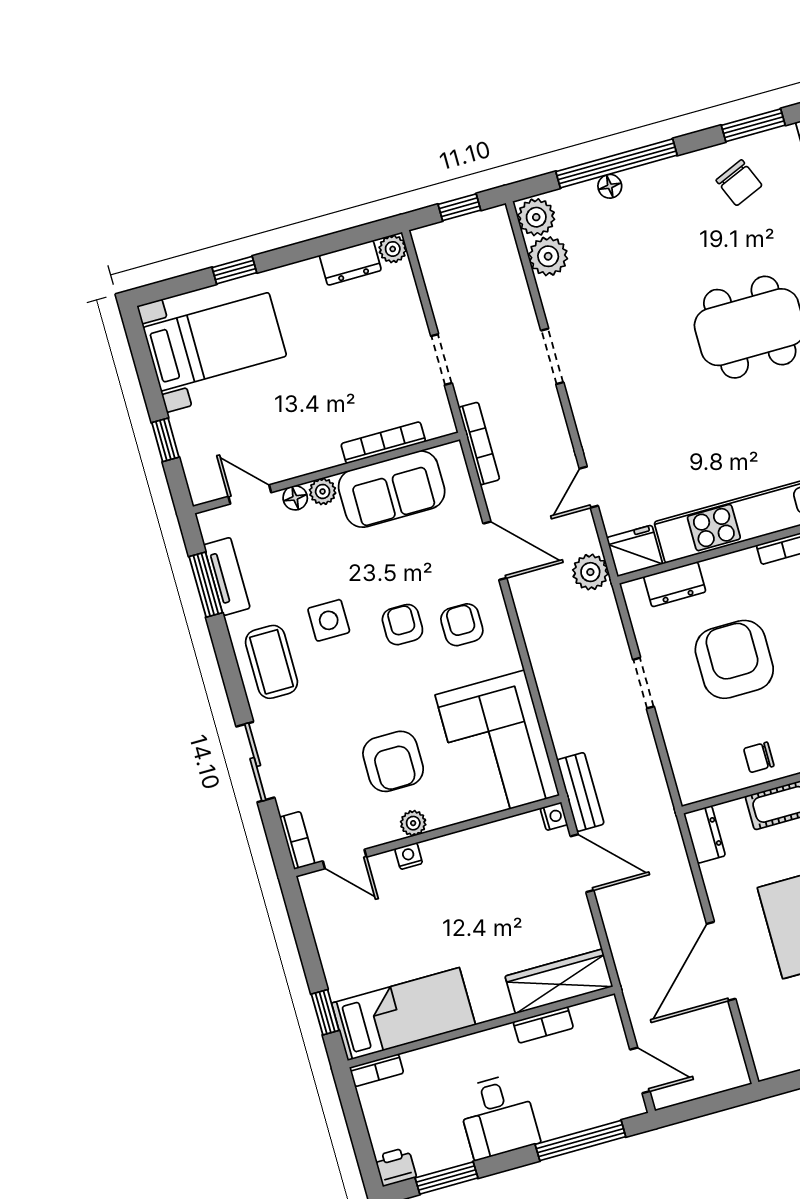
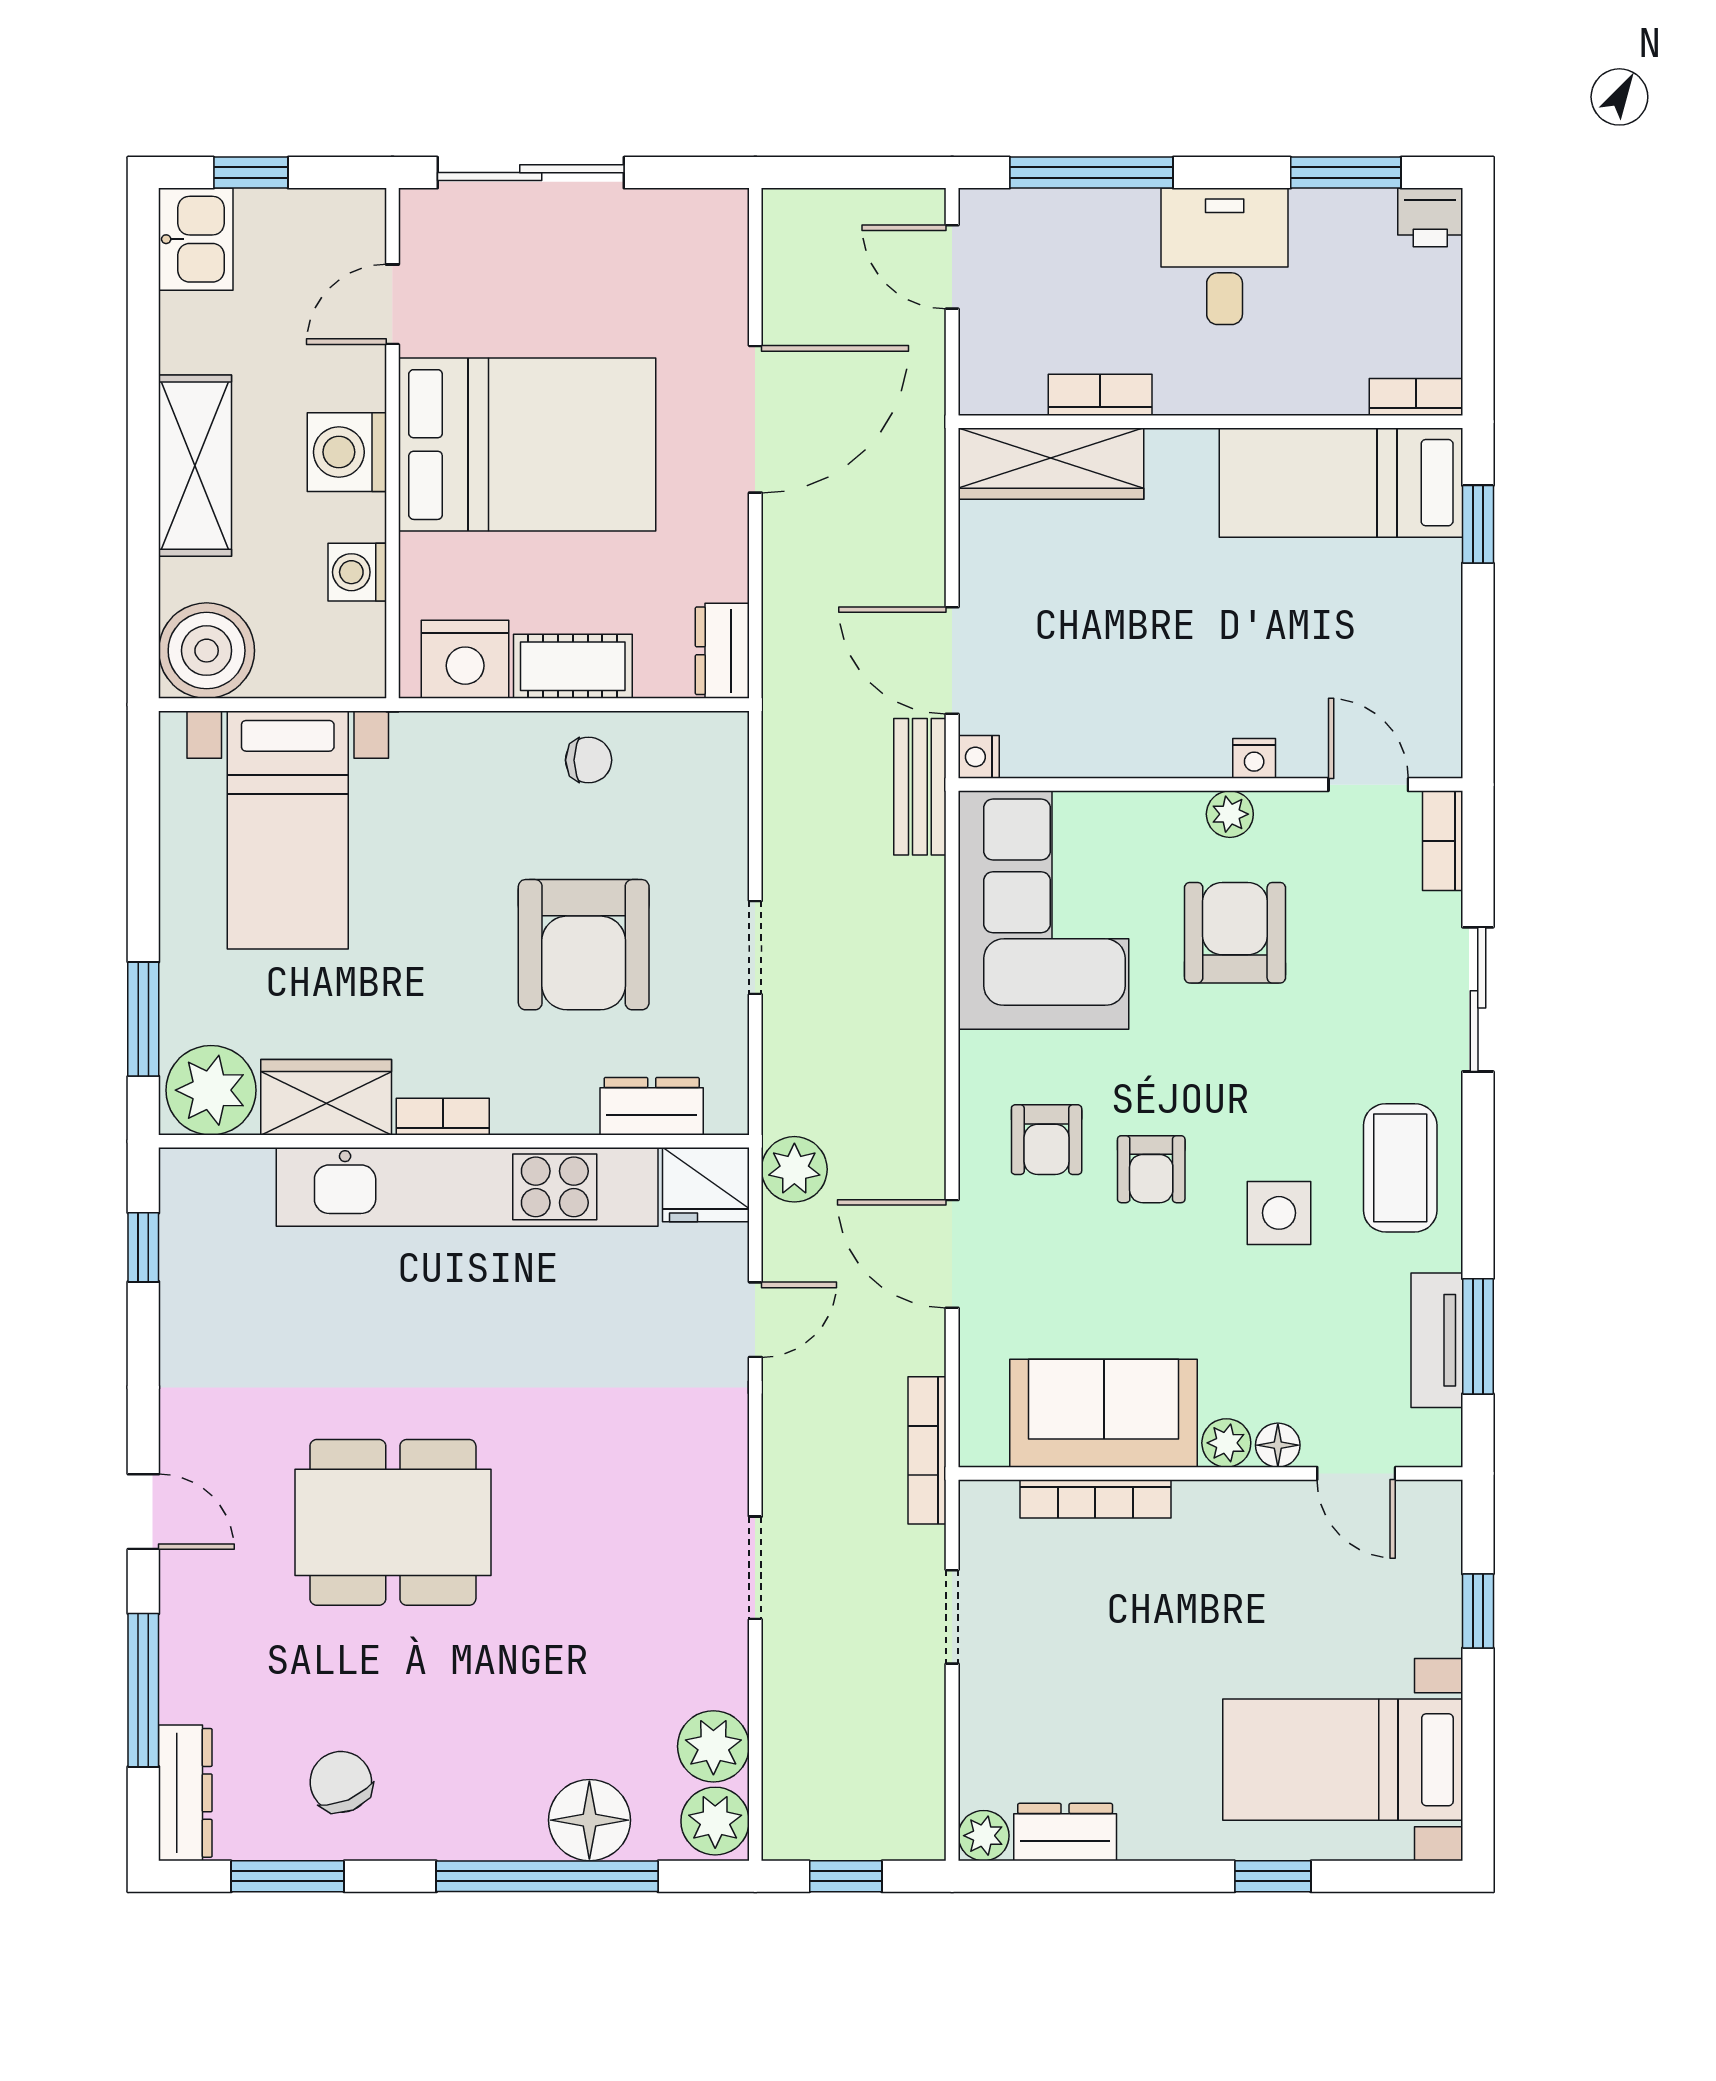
floor lamp: (610, 186) -> (589, 1820), width x1.89, depth x1.89

